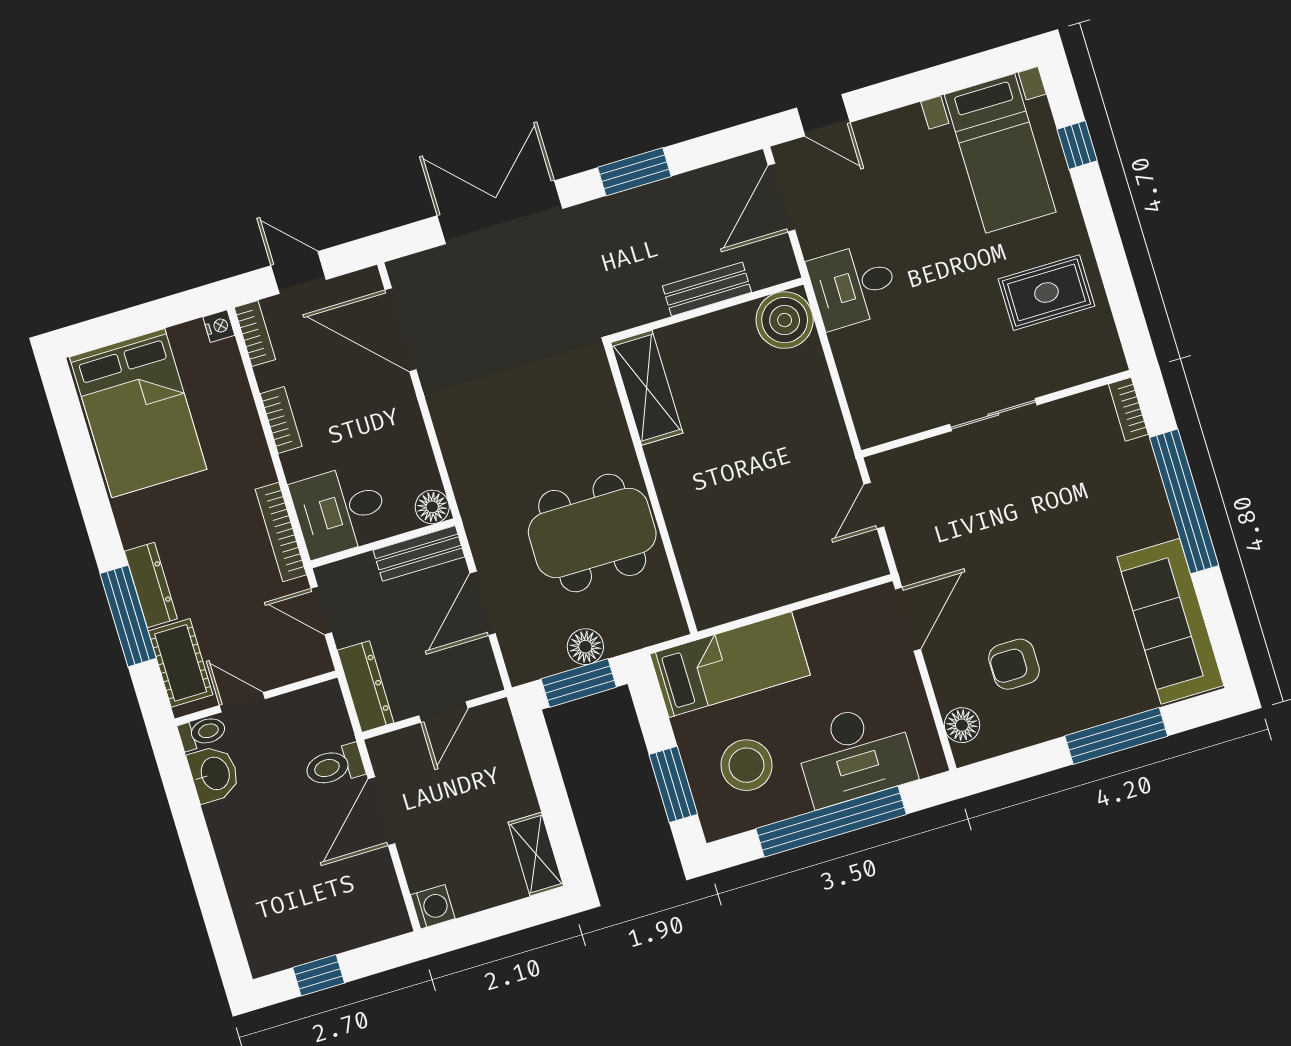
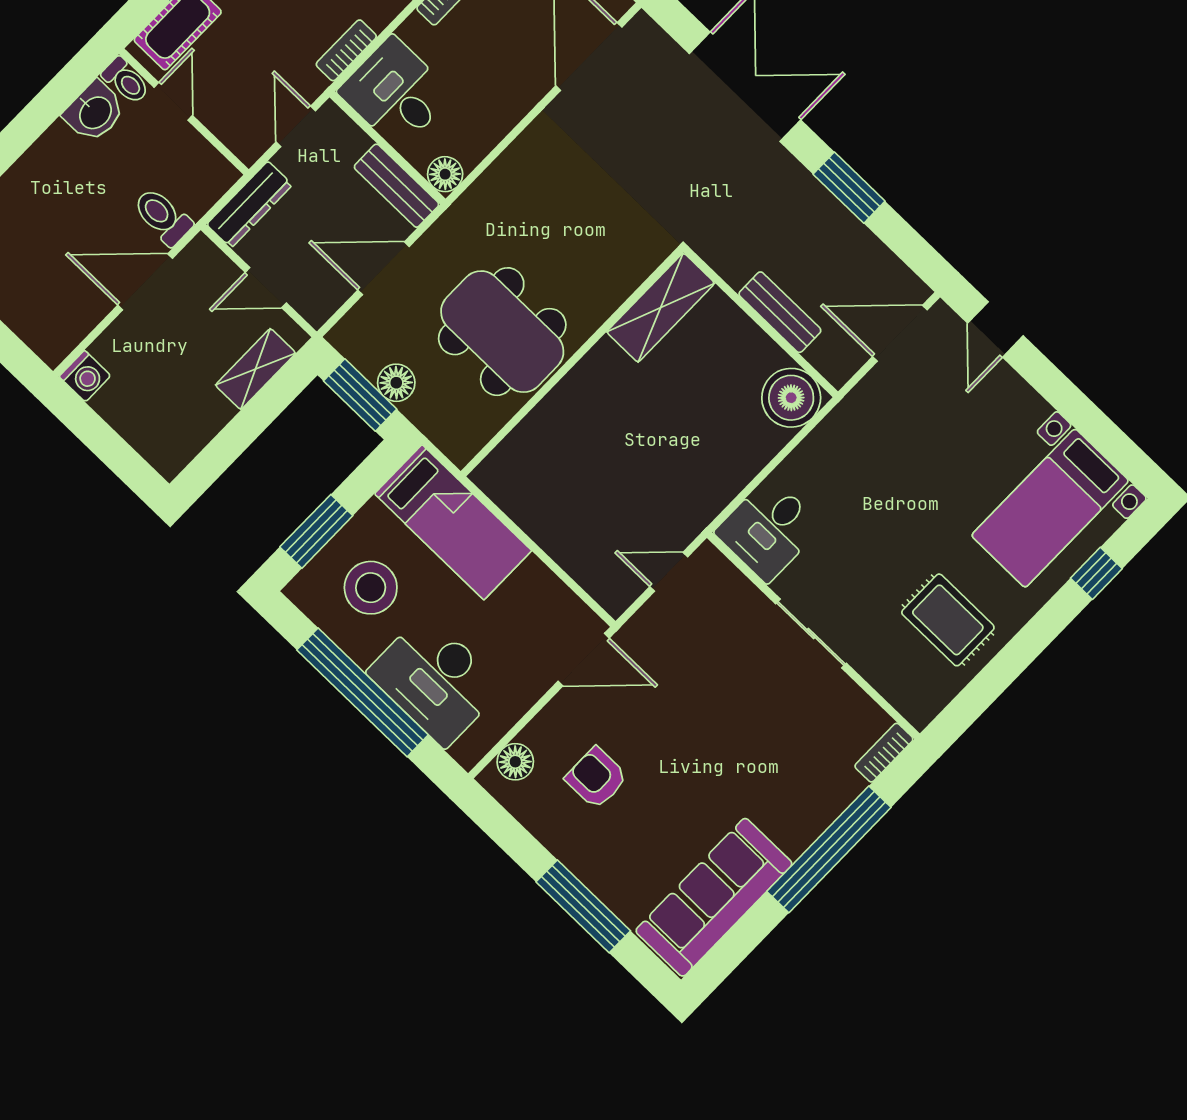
desk: (853, 286) -> (768, 529), moved, turned -90
bookcase: (281, 532) -> (346, 50), width x0.64
shelving: (536, 854) -> (256, 369), moved

